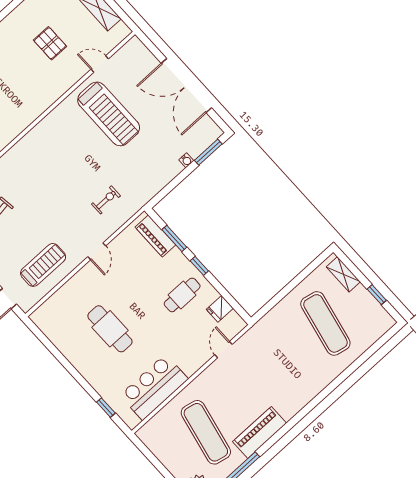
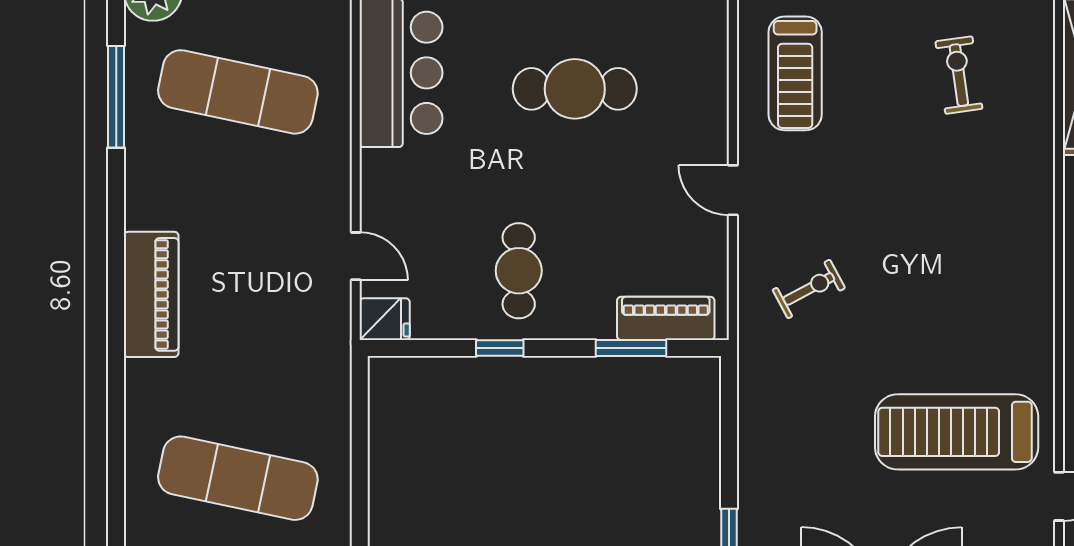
water cooler: (186, 160) -> (750, 495), removed
exercise bike: (106, 200) -> (809, 289), turned -118
window: (199, 266) -> (500, 348), moved
fridge: (220, 309) -> (385, 319), moved, turned 90
piano: (260, 432) -> (151, 294), moved

